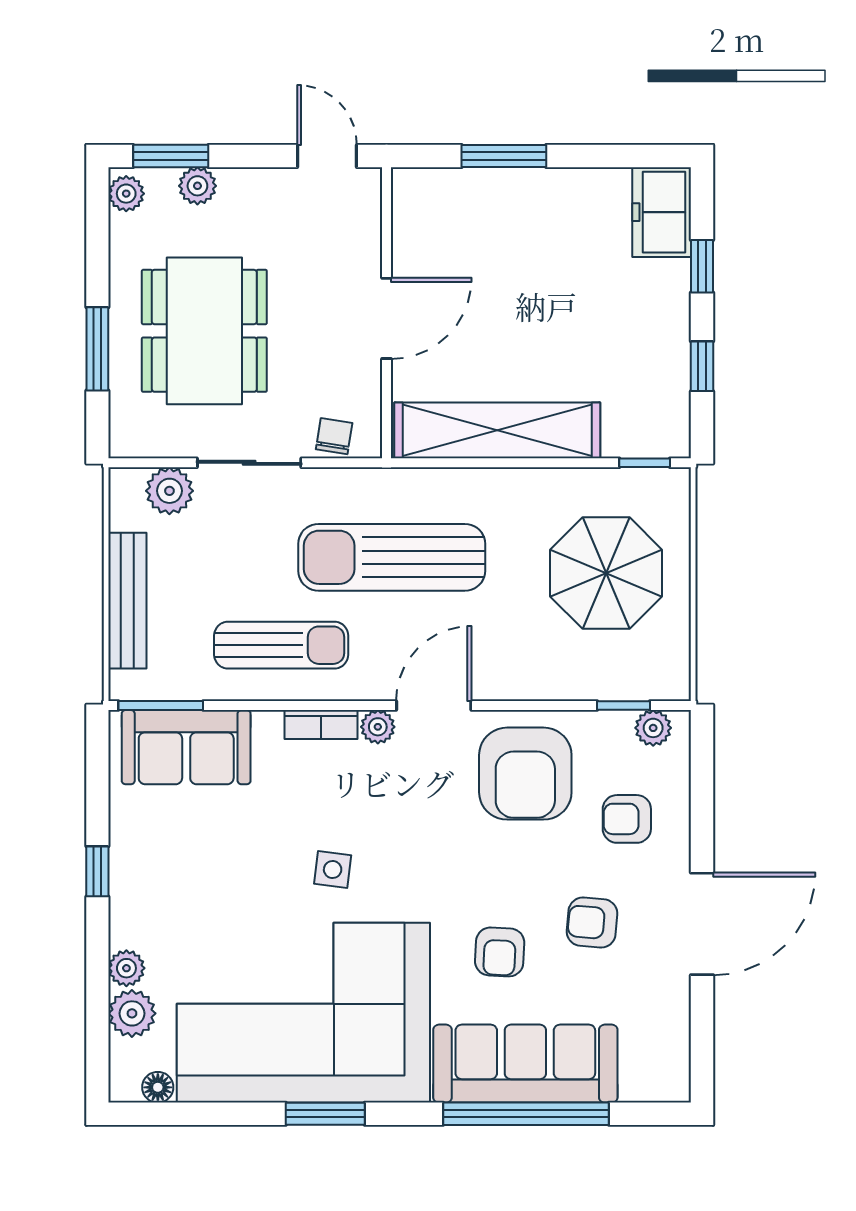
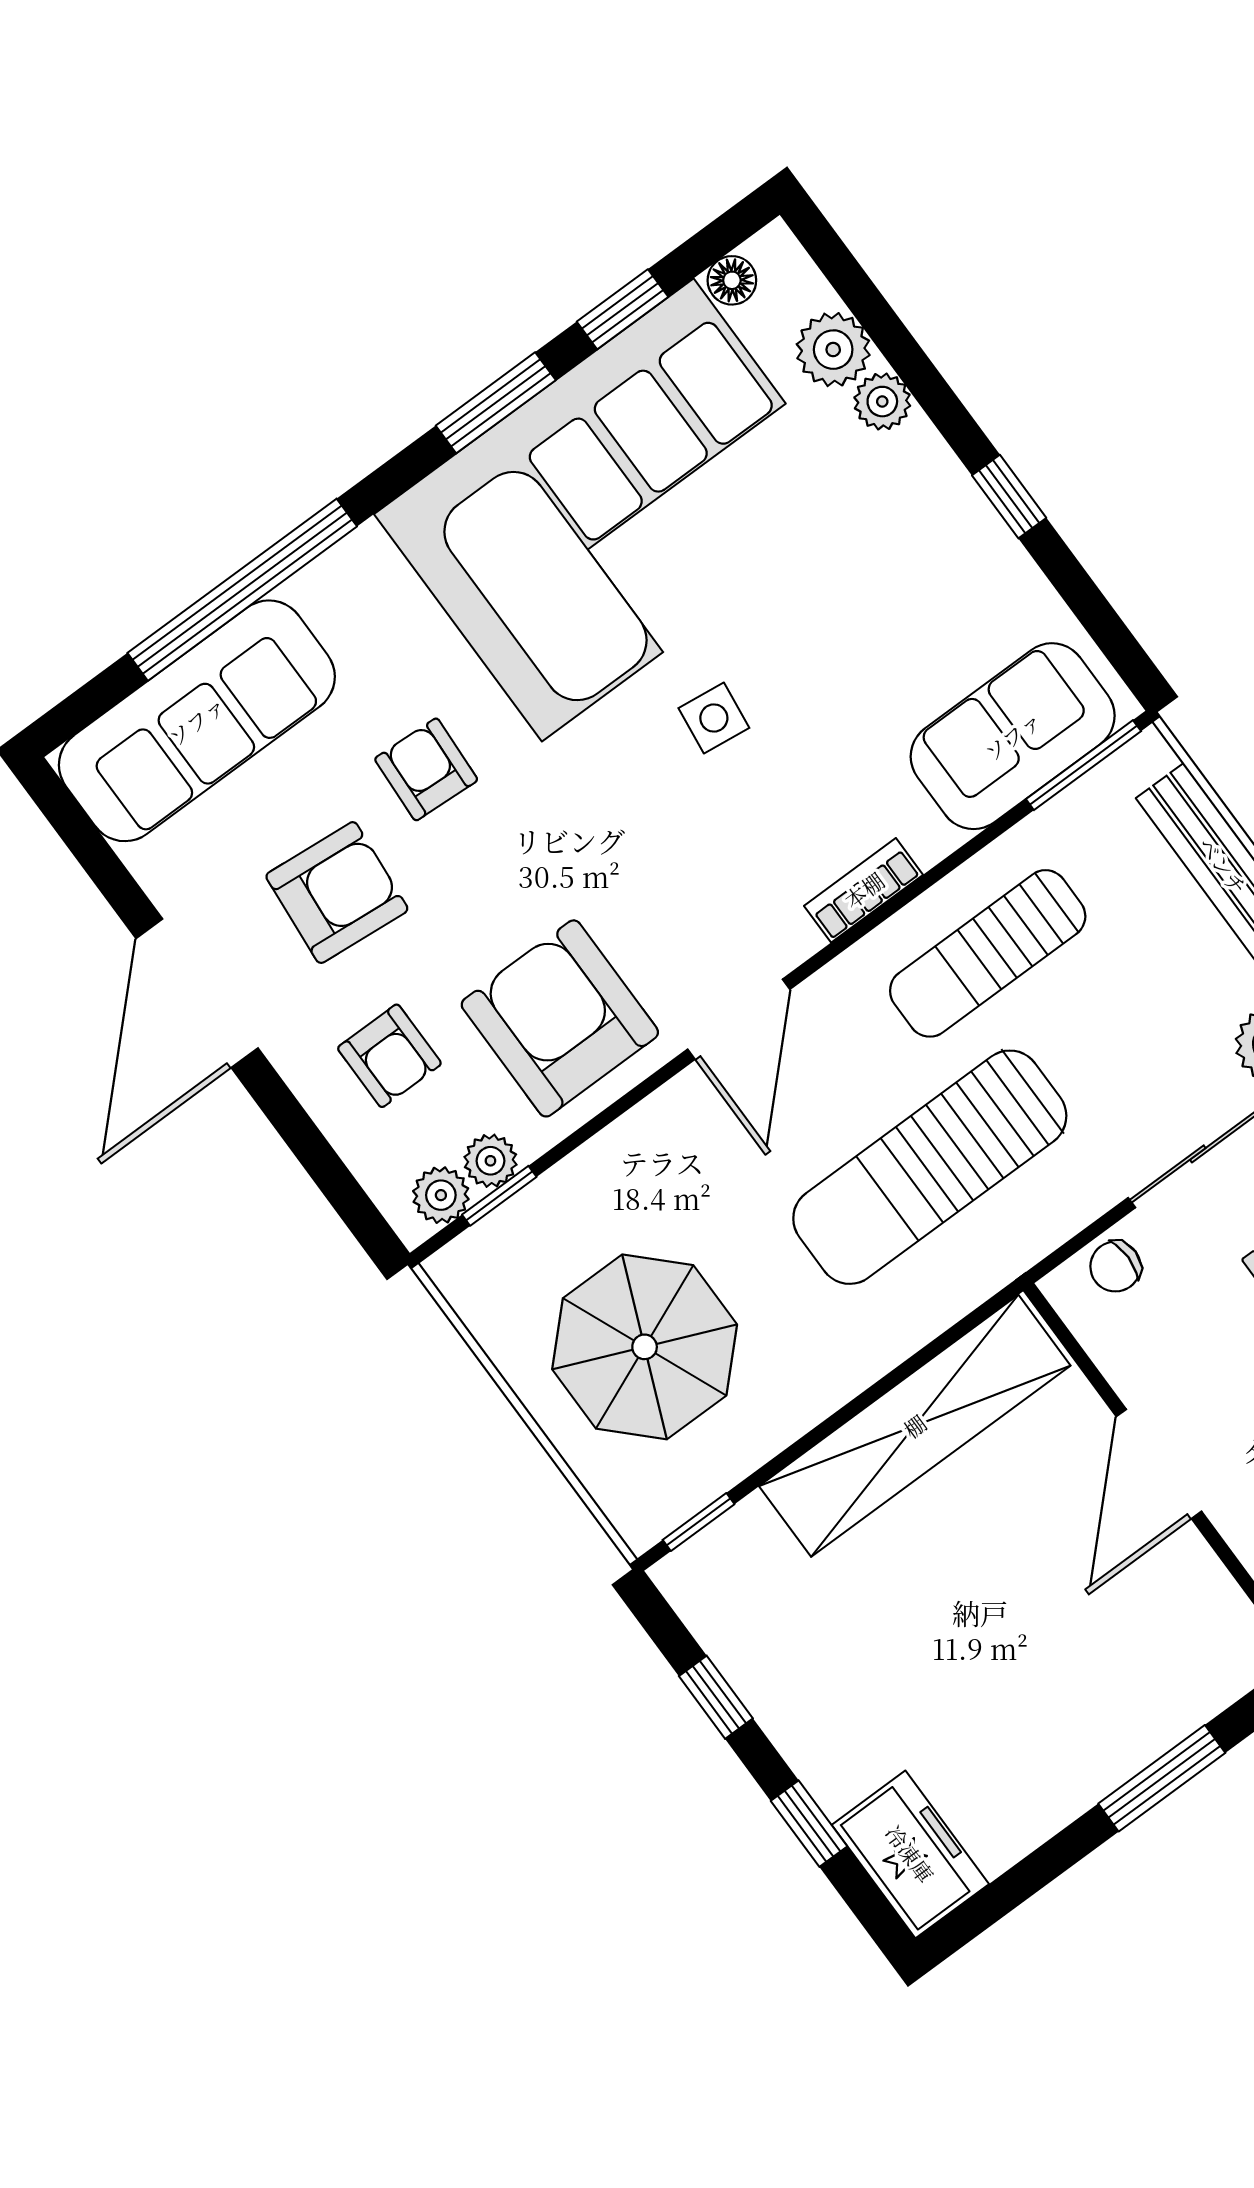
chair: (334, 436) -> (1115, 1267), turned 81
sun lounger: (392, 557) -> (930, 1167), turned 180
plant: (378, 727) -> (490, 1161), moved
armchair: (627, 819) -> (389, 1056), turned 90
armchair: (592, 923) -> (337, 893), width x1.38, depth x1.38
sofa: (525, 1064) -> (197, 721), moved
window: (225, 1114) -> (623, 309), added

